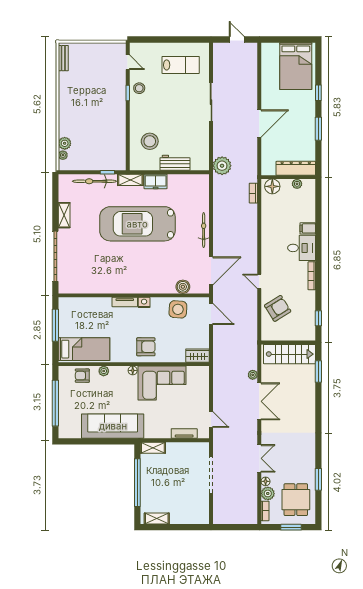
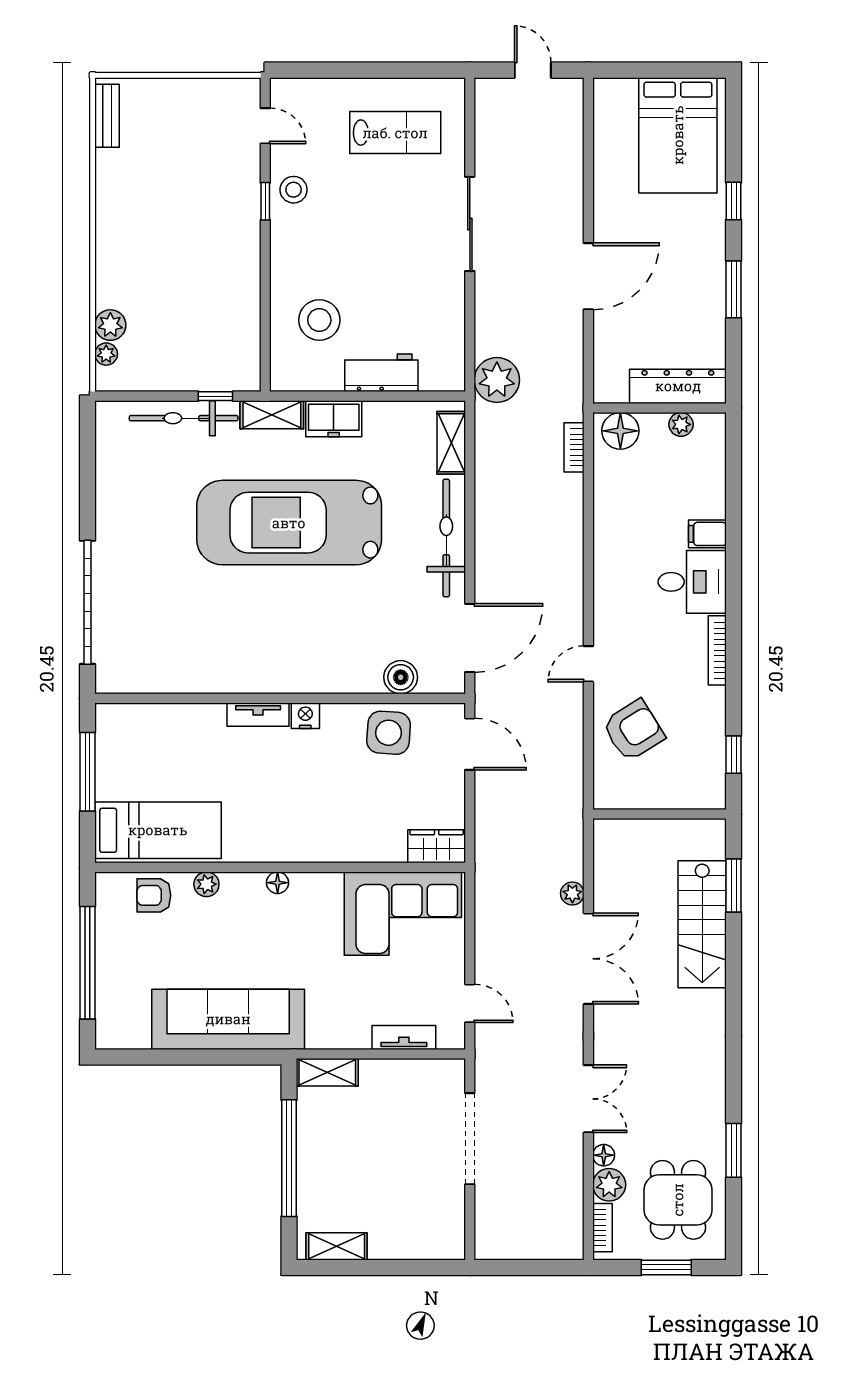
shelving: (64, 215) -> (451, 443), moved
bicycle: (204, 230) -> (446, 538), width x1.37, depth x1.40
door: (259, 281) -> (588, 664), hinge flipped
armchair: (146, 347) -> (310, 825), removed
stairs: (290, 354) -> (702, 924), moved, turned 90
corner sofa: (162, 383) -> (403, 914), moved

